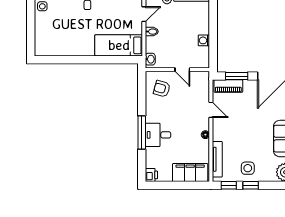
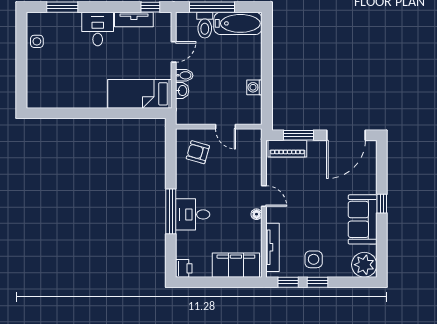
washbasin: (150, 59) -> (182, 91), moved
door: (211, 110) -> (264, 196), moved

